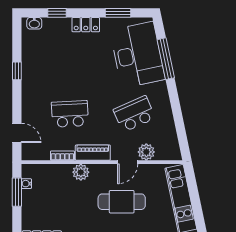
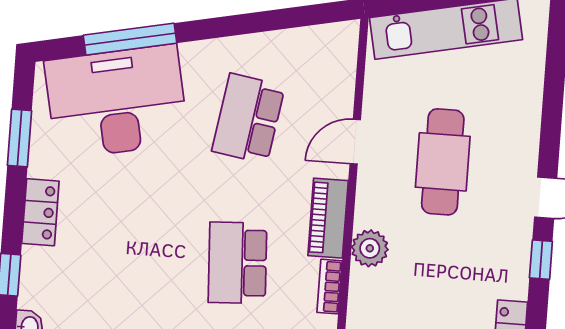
school desk: (134, 114) -> (248, 119), turned 33
plant: (146, 152) -> (336, 98), removed
door: (128, 162) -> (355, 142), swing flipped

